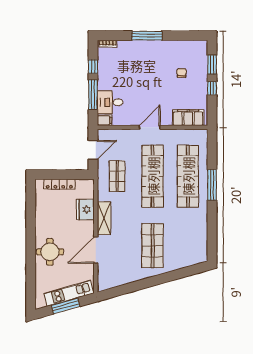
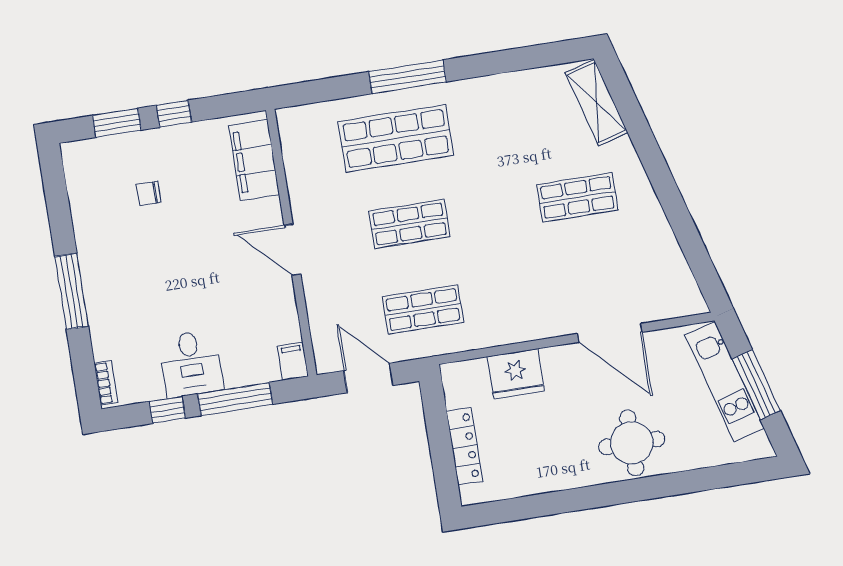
desk: (110, 102) -> (191, 364), moved
shop shelf: (153, 176) -> (409, 224), width x0.50, depth x0.74
shop shelf: (188, 176) -> (396, 138), width x0.71
shelving: (104, 218) -> (596, 103), moved, turned 74
shop shelf: (153, 246) -> (577, 197), width x0.70, depth x0.74

